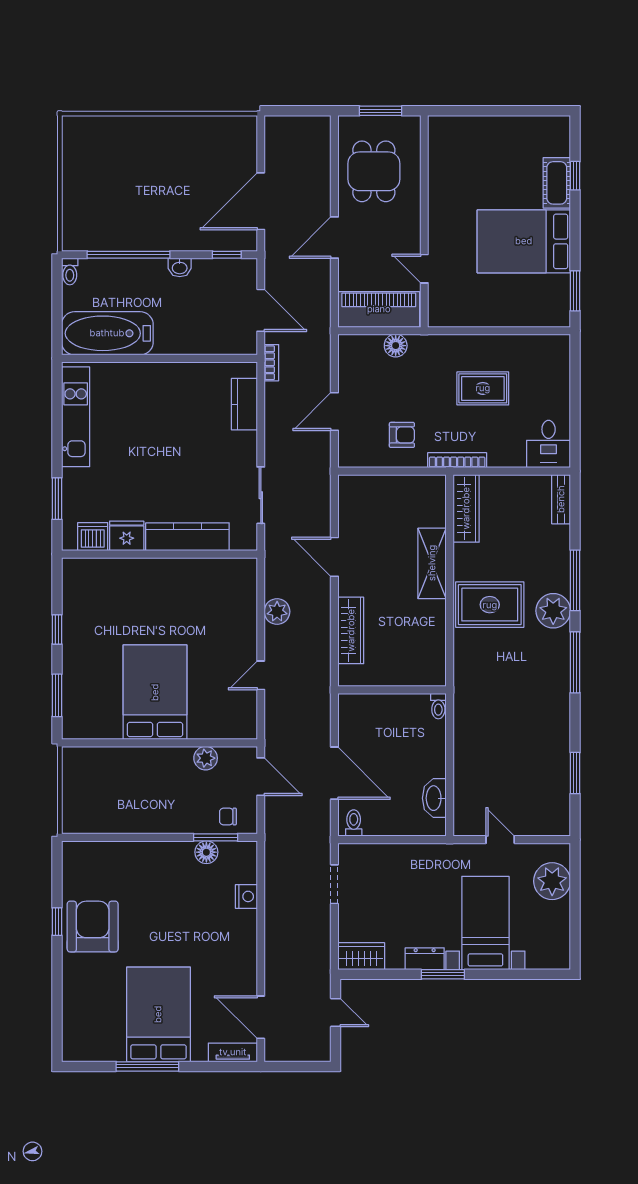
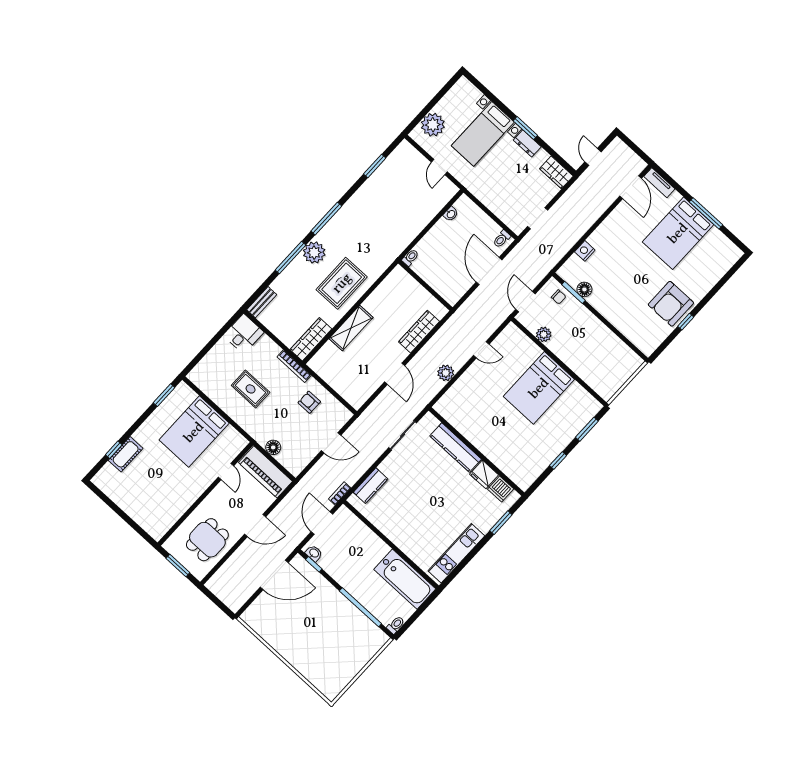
bed: (524, 241) -> (194, 432), moved, turned 90
washbasin: (180, 267) -> (314, 553), moved
rug: (490, 605) -> (342, 283), turned 90
washbasin: (434, 798) -> (451, 214), width x0.52, depth x0.69

